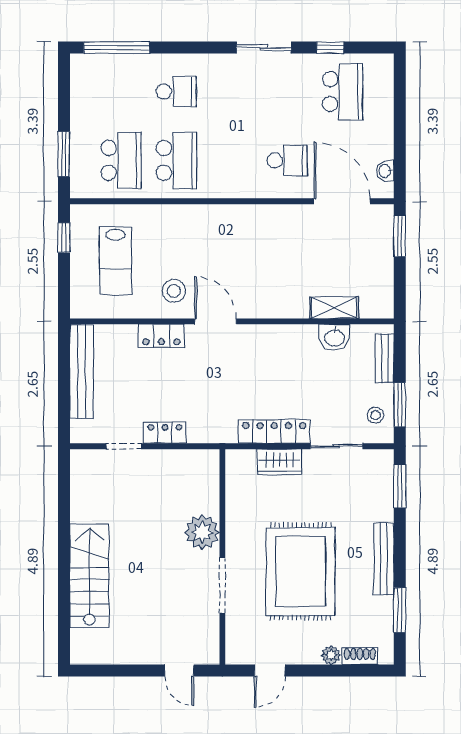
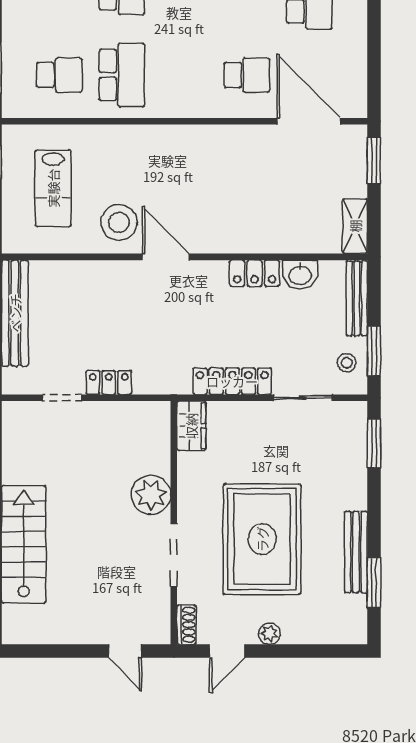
school desk: (121, 160) -> (59, 75), width x0.54
washbasin: (385, 171) -> (358, 87), removed
stool: (174, 291) -> (119, 222), width x1.38, depth x1.38
shelving: (334, 308) -> (355, 226), moved, turned 90
locker: (161, 336) -> (255, 273), moved
bench: (384, 358) -> (357, 298), width x1.36
wardrobe: (280, 462) -> (191, 426), moved, turned -90
bench: (384, 559) -> (356, 552), moved
plant: (331, 655) -> (269, 634), moved
shoe rack: (360, 656) -> (187, 625), moved, turned 90

